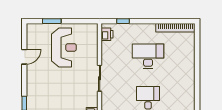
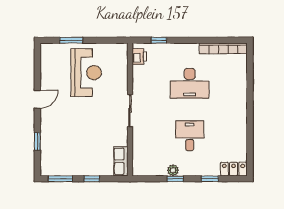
desk: (148, 56) -> (190, 83), turned 180
door: (24, 57) -> (37, 99), moved

